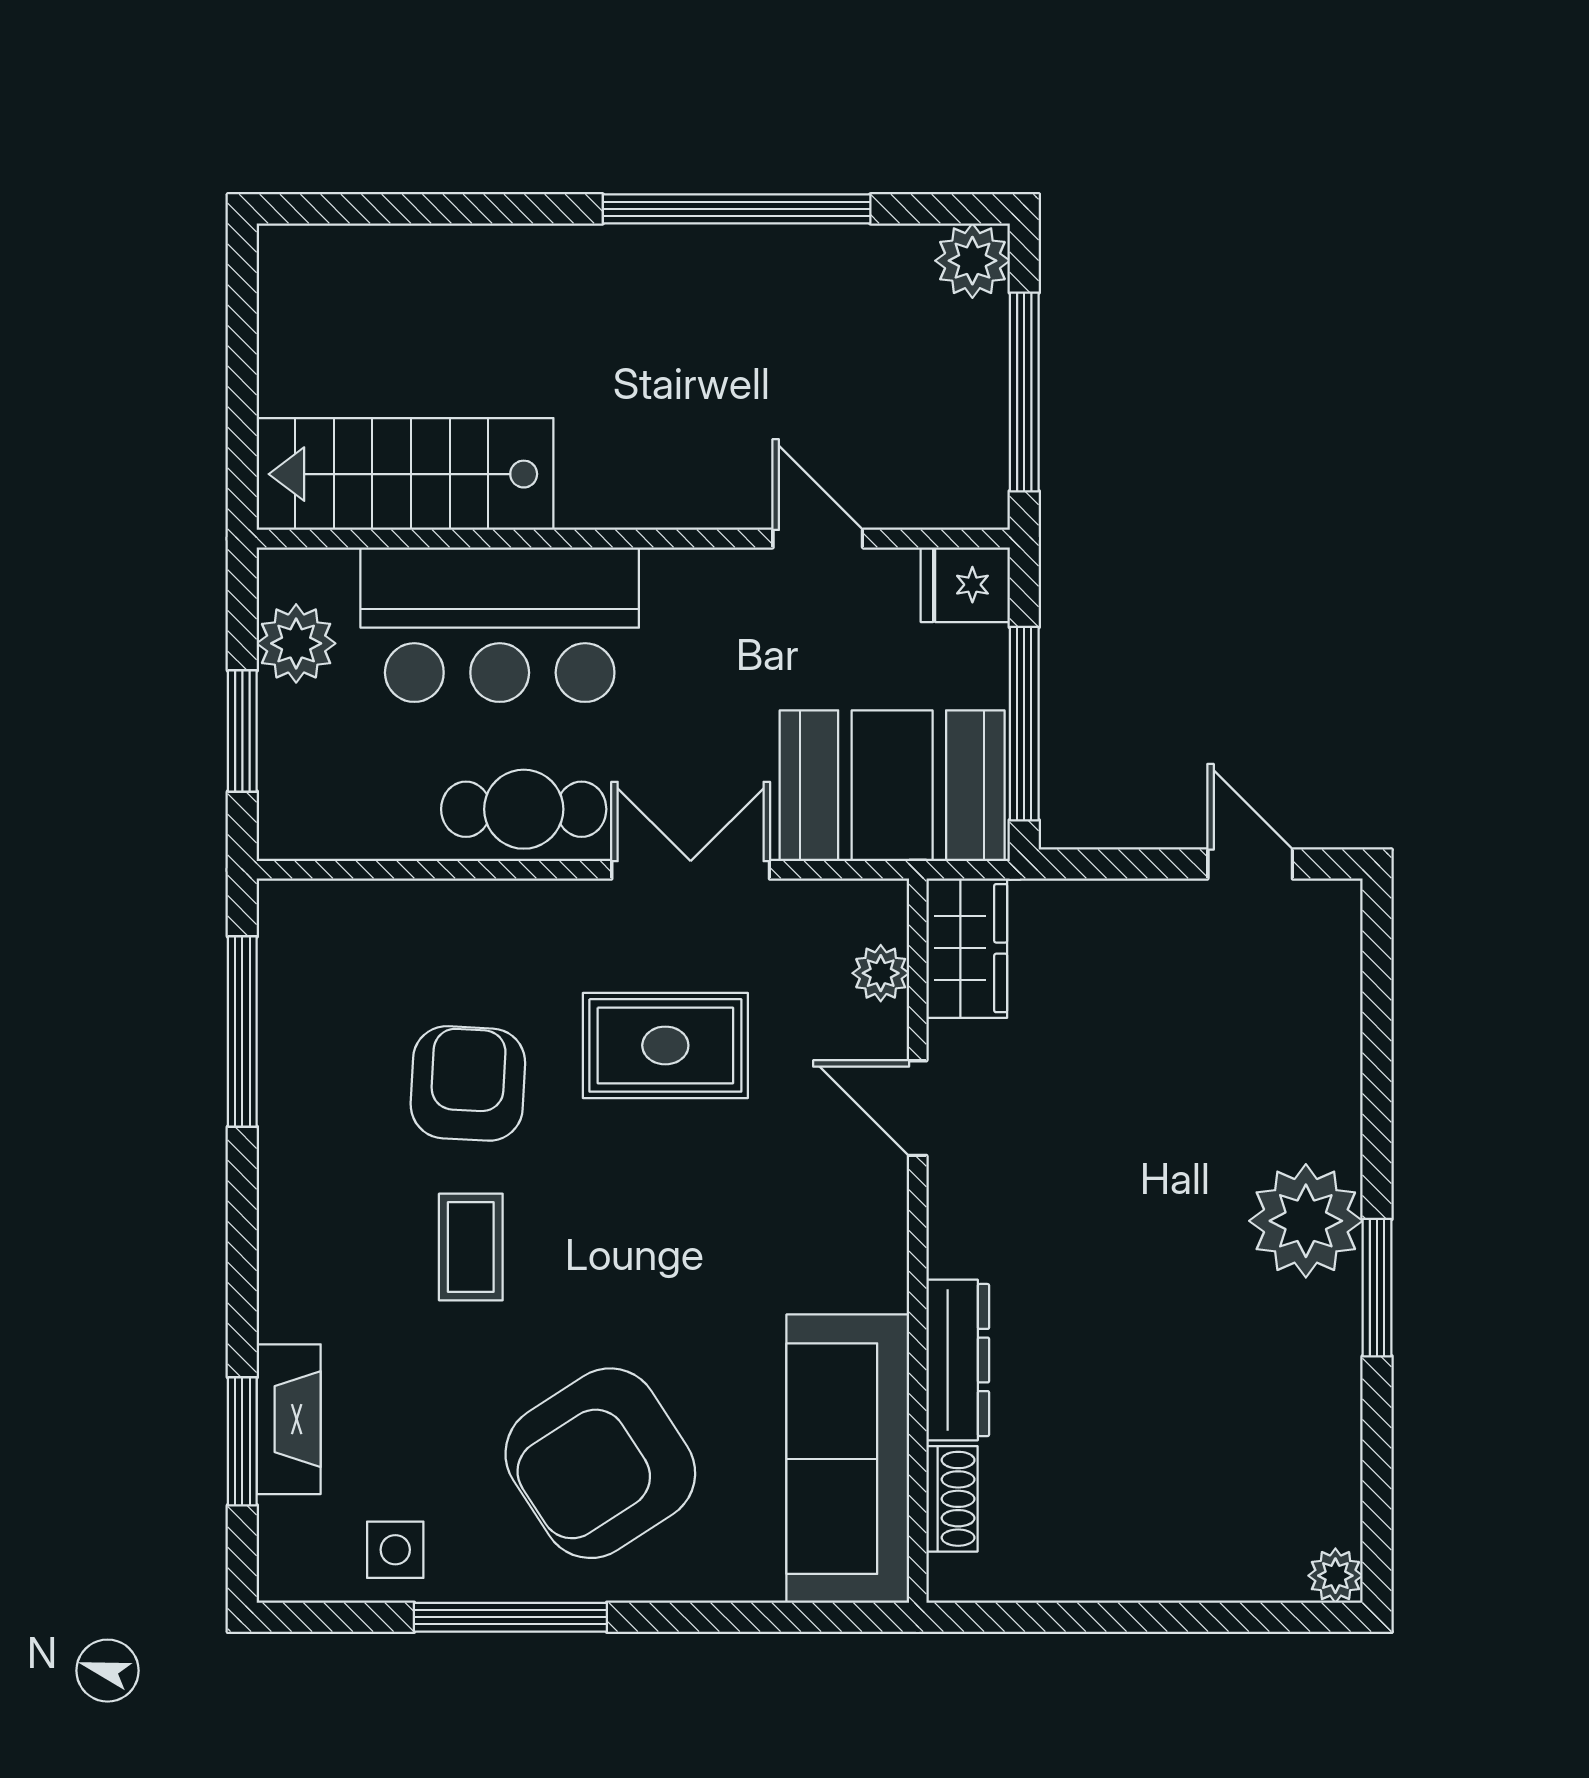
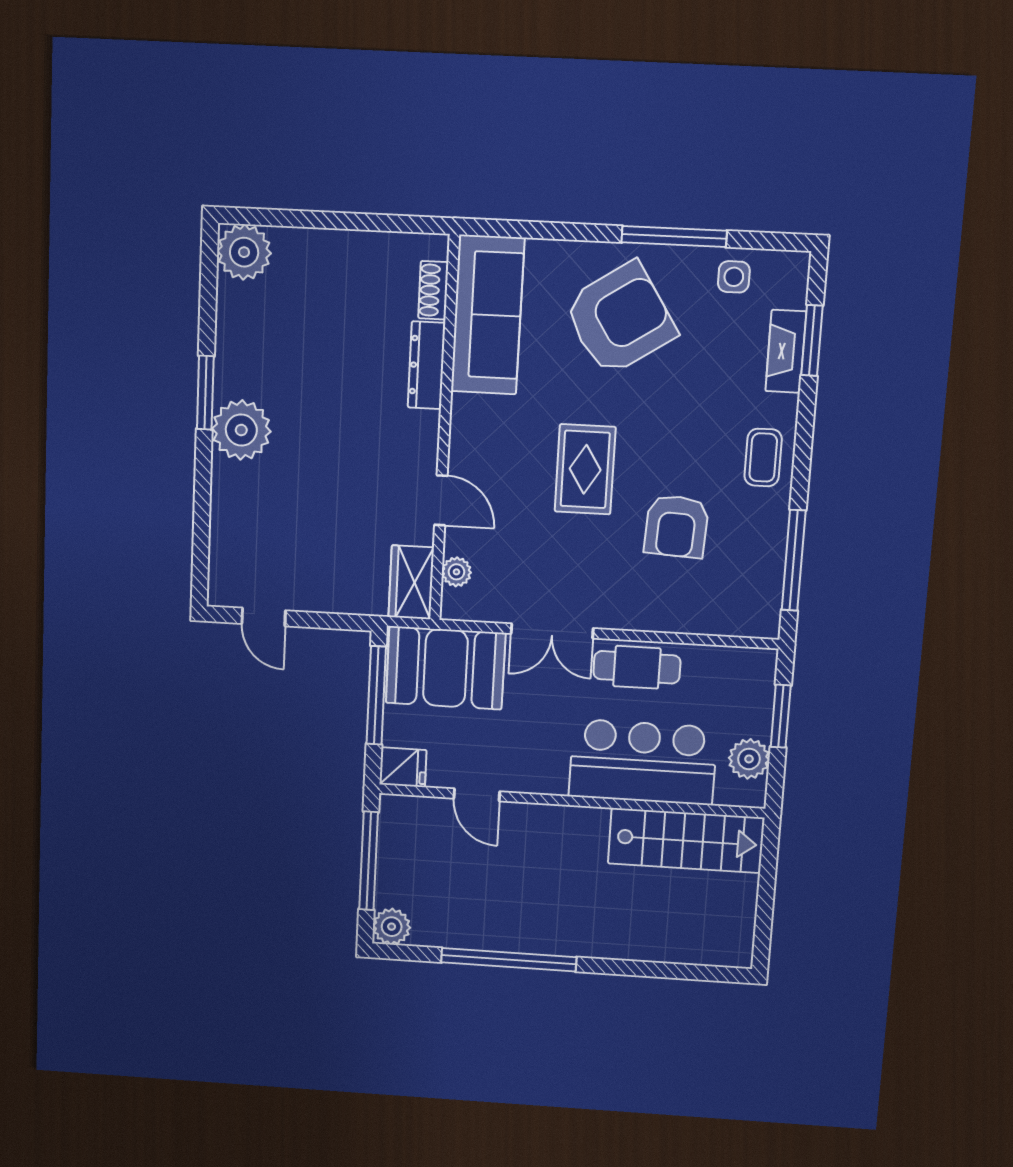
rug: (665, 1045) -> (585, 469), moved, turned 90
coffee table: (471, 1247) -> (763, 457), moved
plant: (1335, 1576) -> (244, 252), width x1.88, depth x1.88

